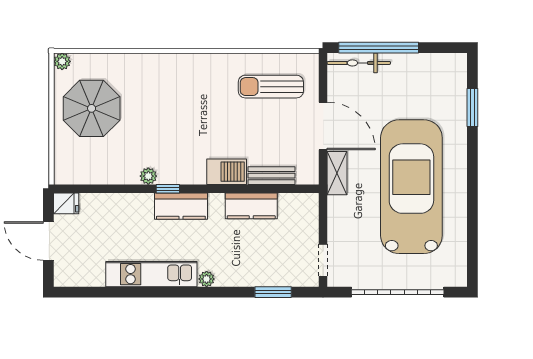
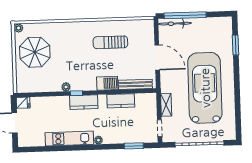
sun lounger: (271, 87) -> (110, 42), moved
shelving: (337, 173) -> (166, 105), moved
bench: (271, 176) -> (135, 84), width x1.36

